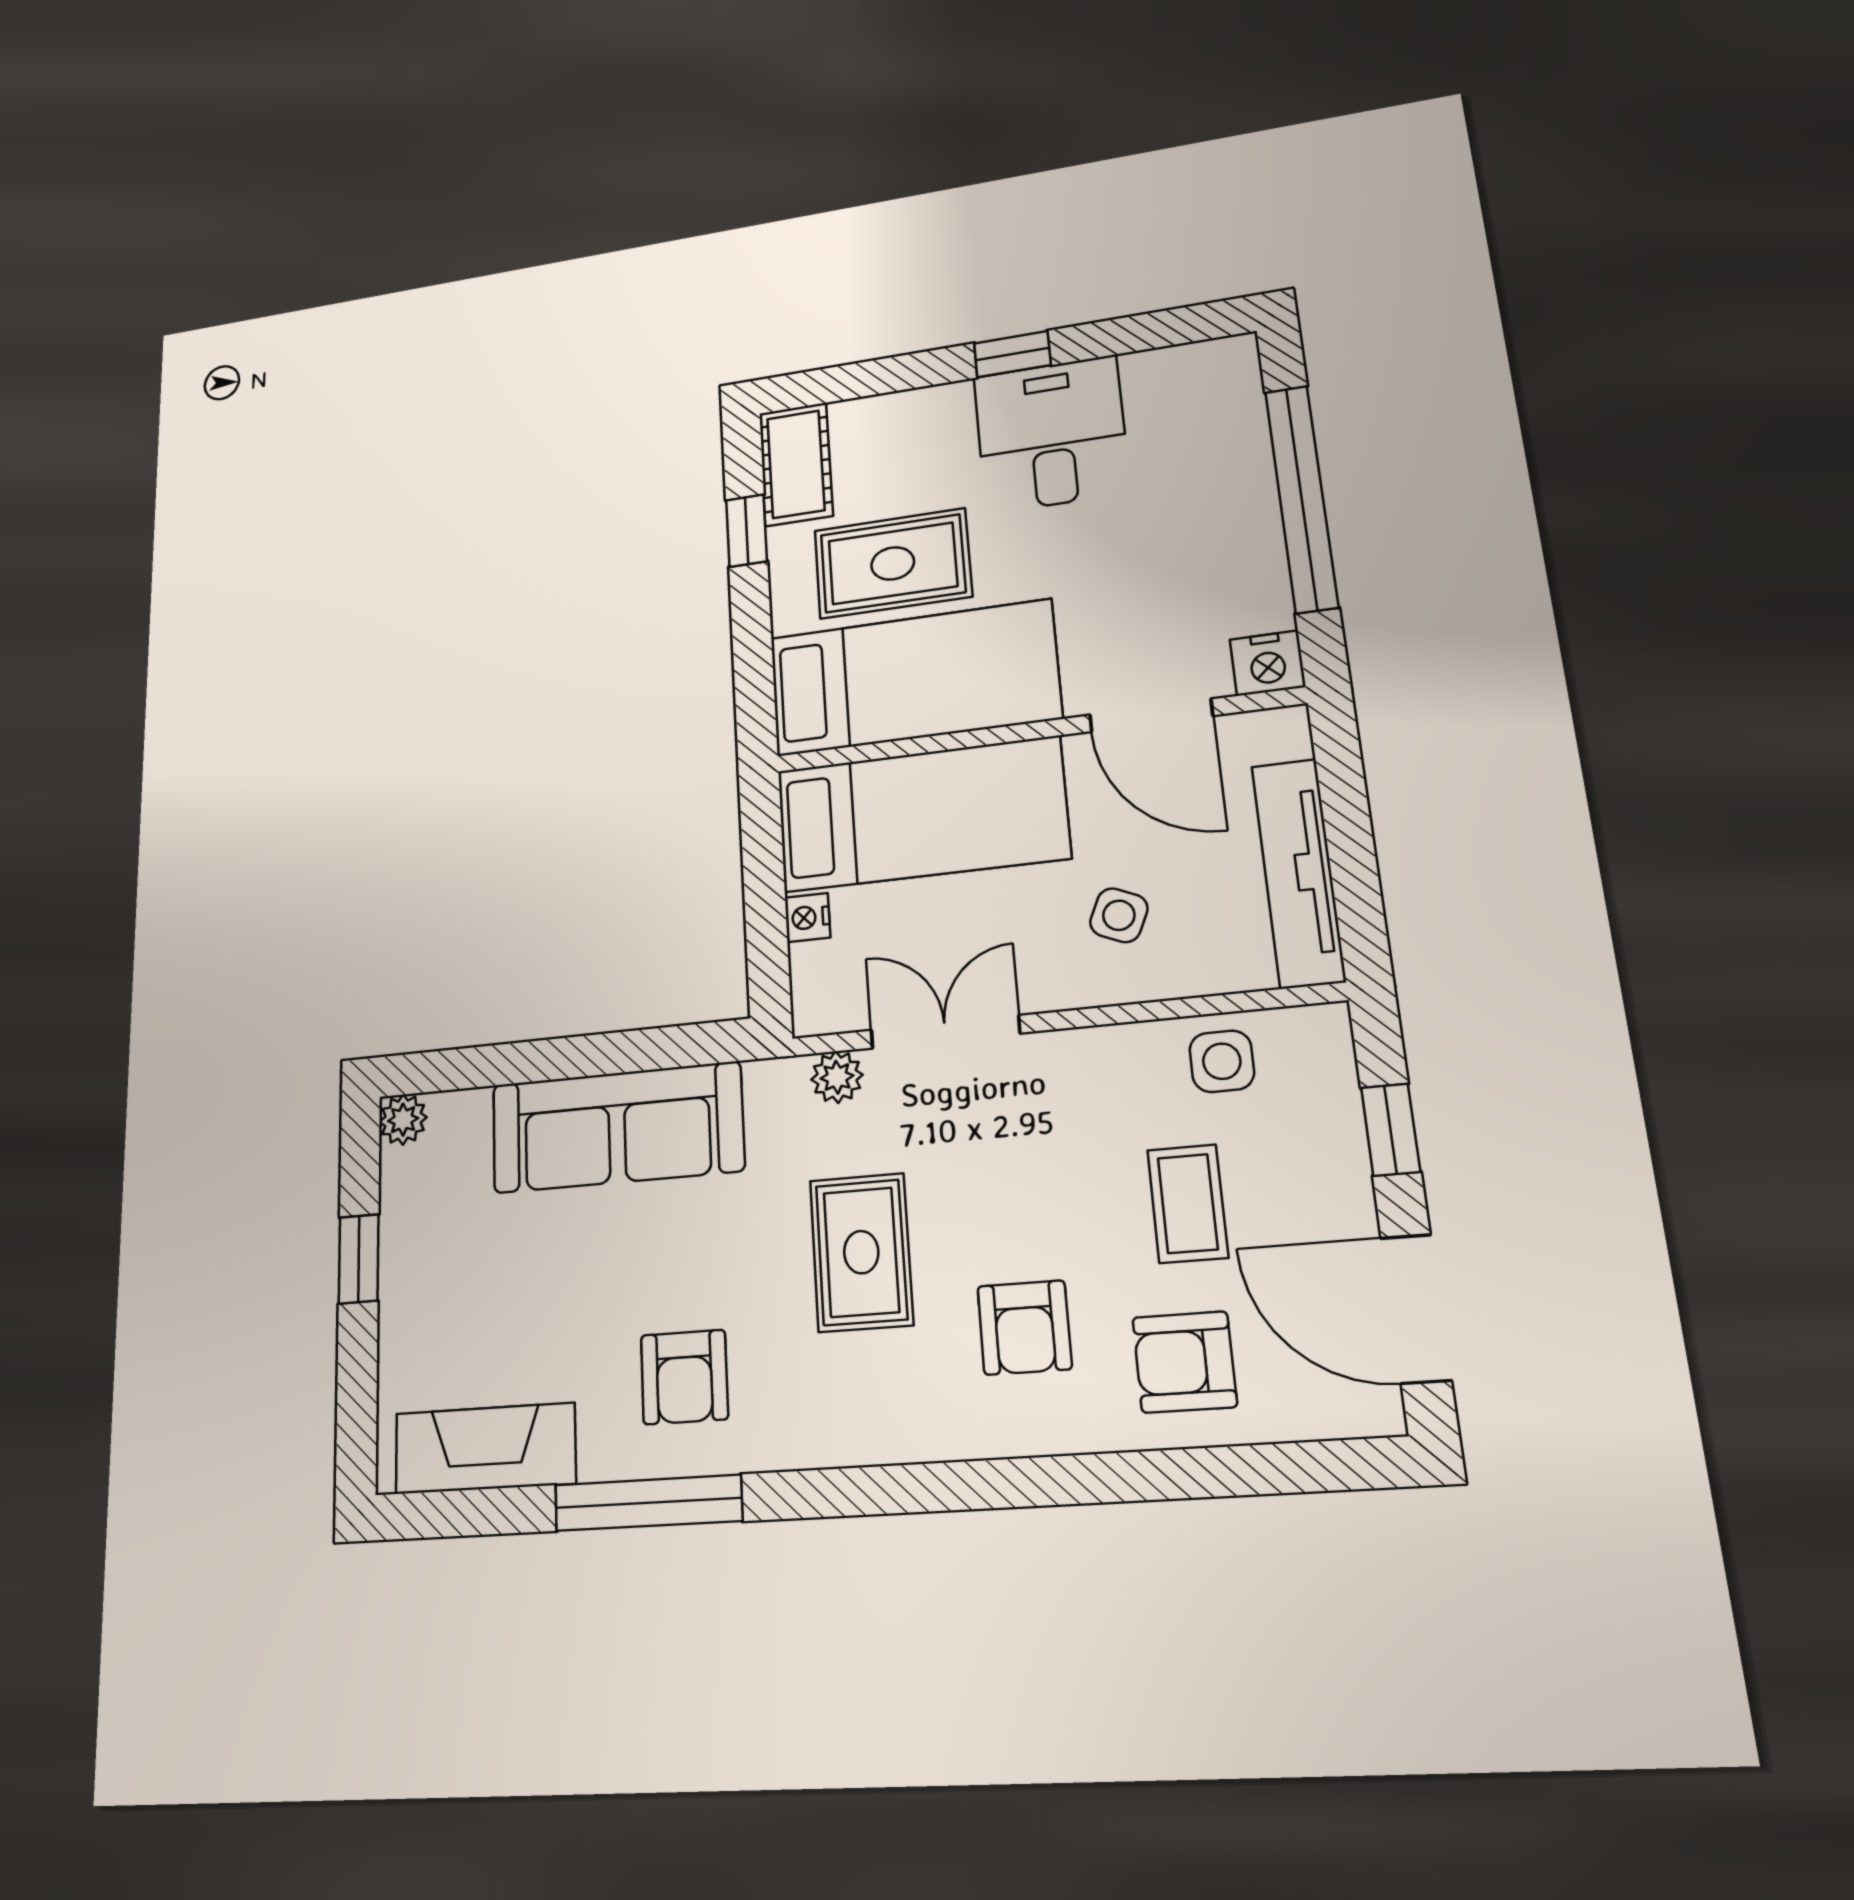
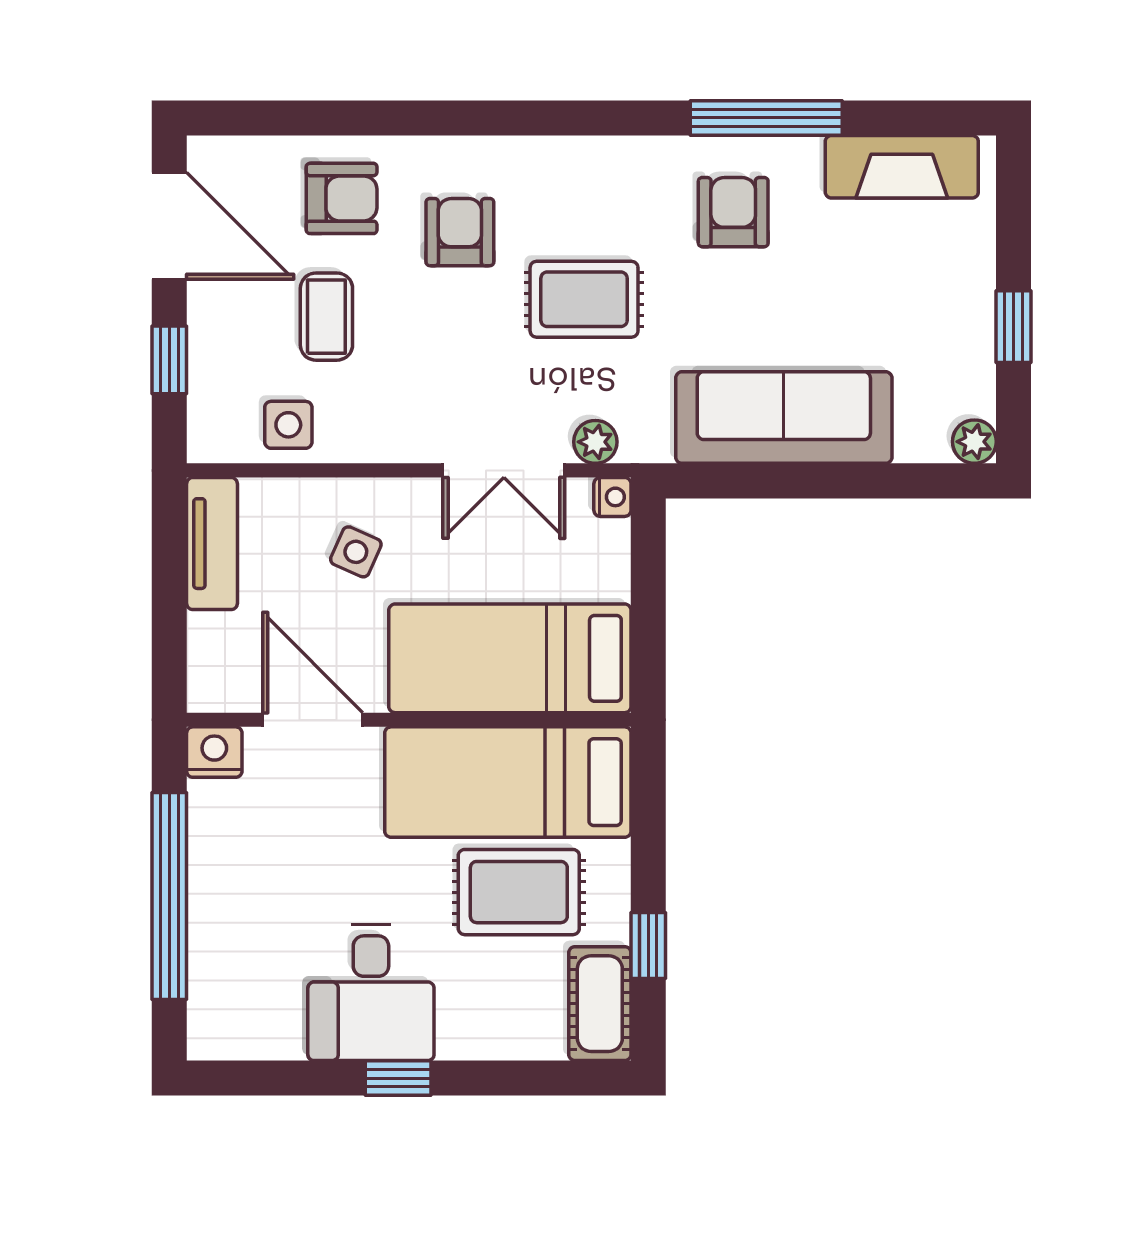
tv unit: (1298, 873) -> (212, 544), width x0.71
nightstand: (807, 918) -> (612, 497), moved
rug: (861, 1252) -> (584, 299), turned 90

